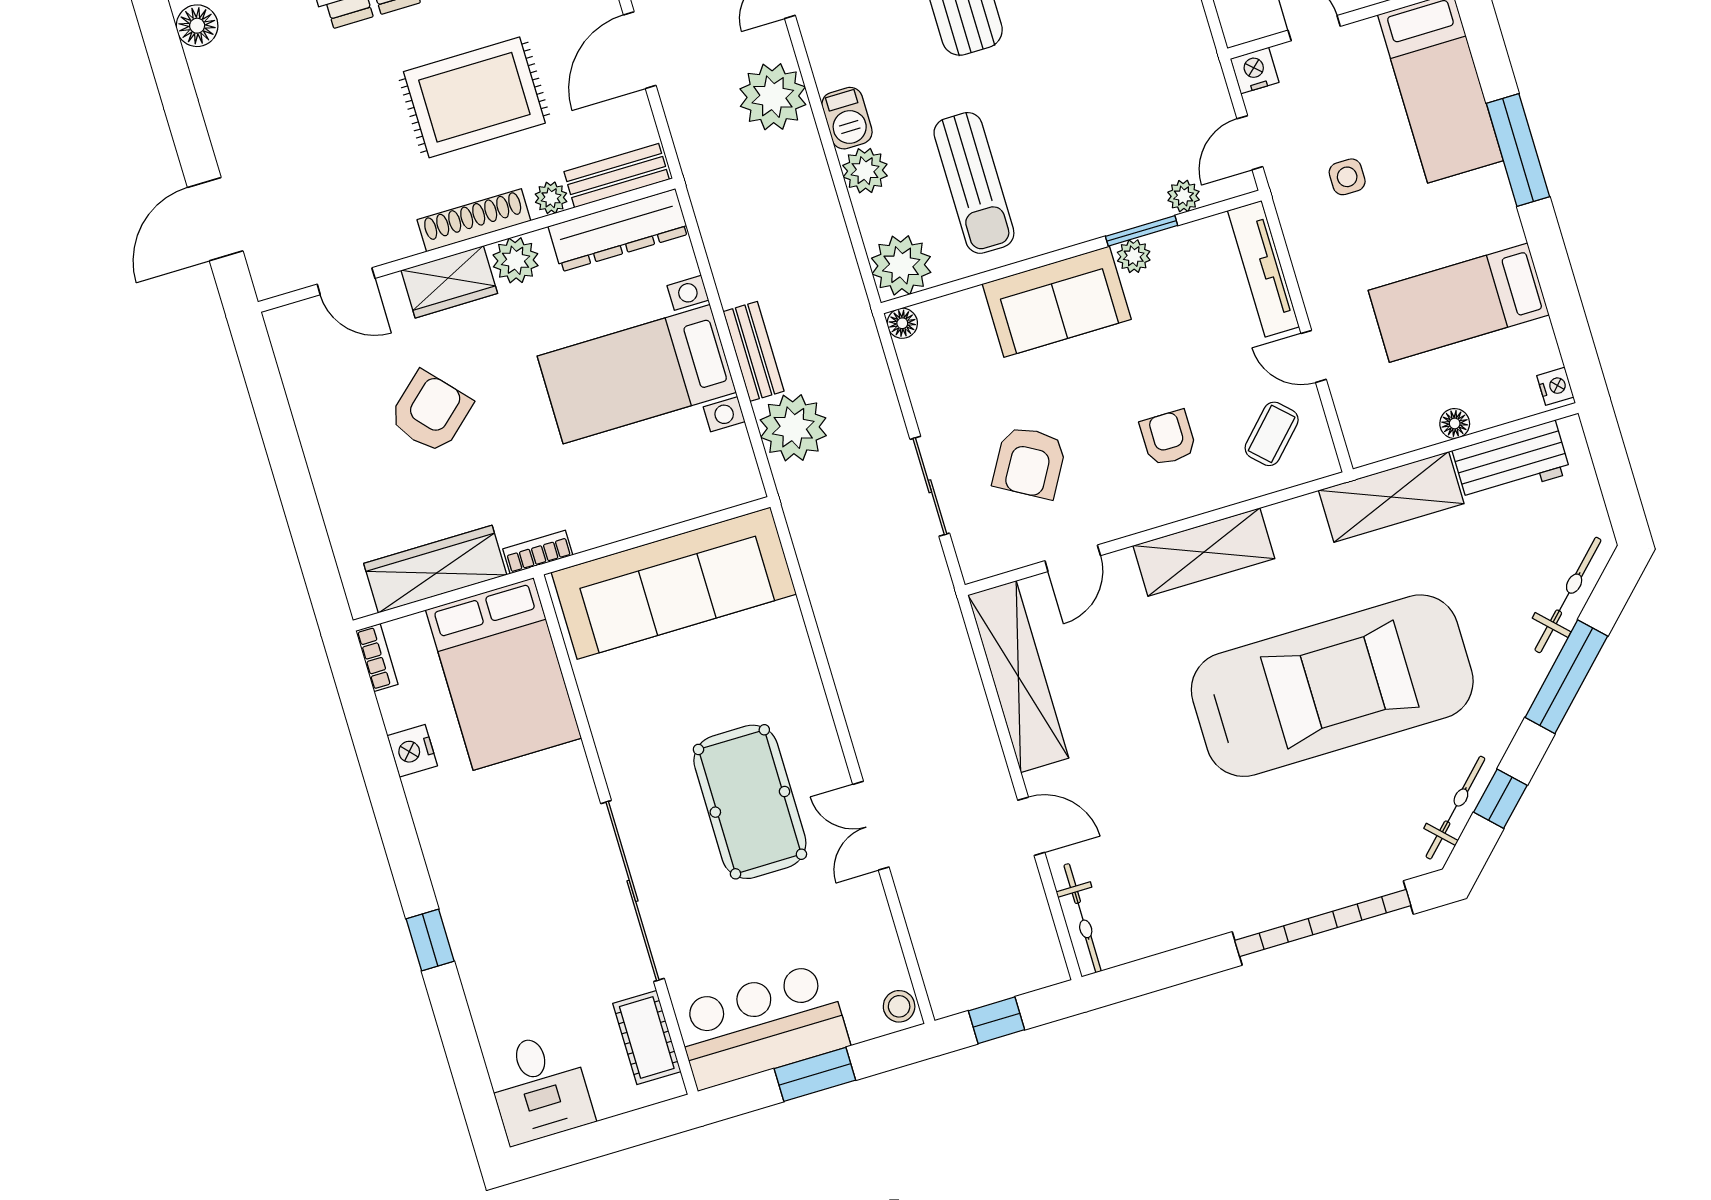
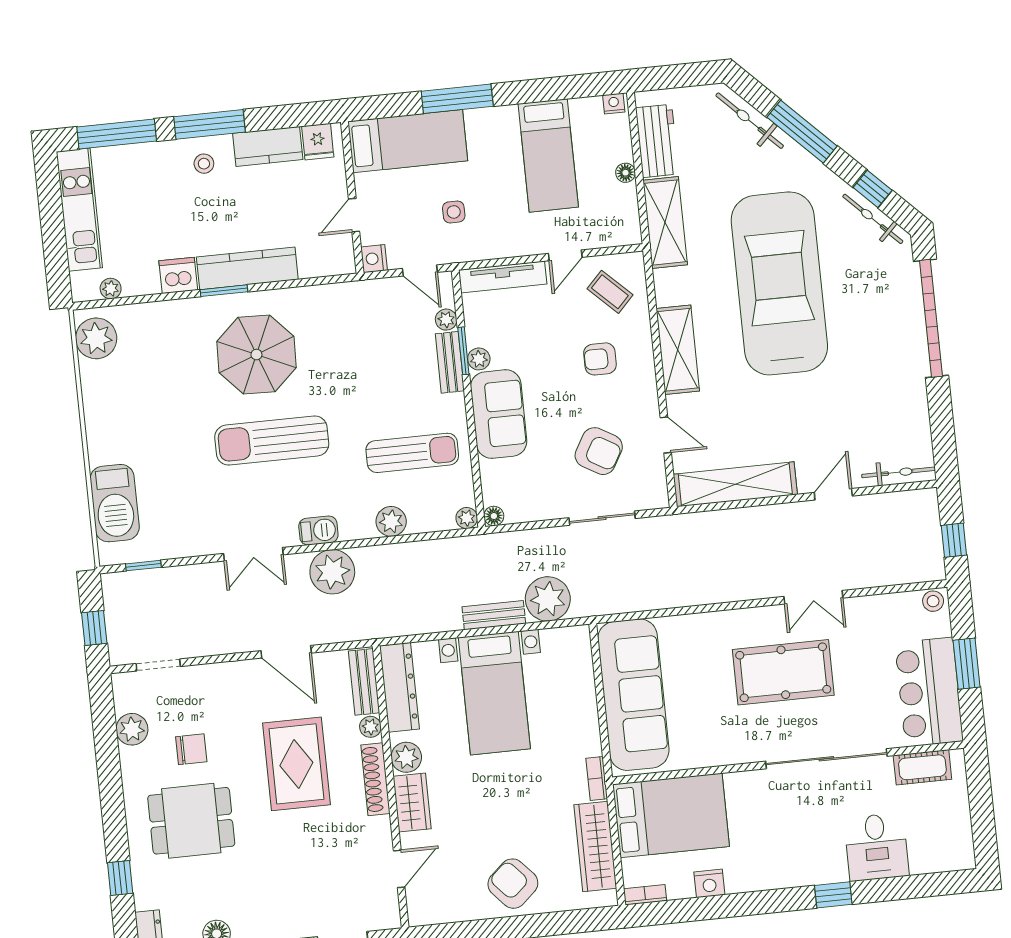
barbecue: (847, 118) -> (318, 530), moved
bench: (1120, 214) -> (450, 362), added
plant: (901, 265) -> (467, 518), width x0.53, depth x0.53
armchair: (430, 412) -> (513, 884), moved
desk: (539, 1088) -> (877, 847), moved, turned 90

